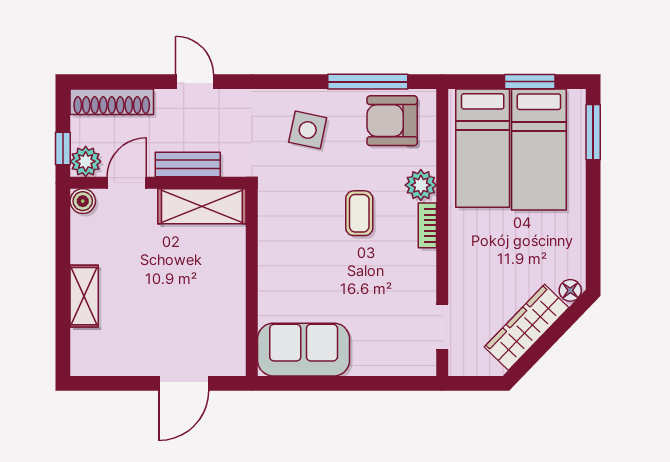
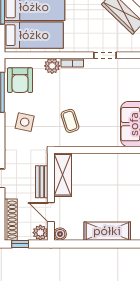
window: (63, 149) -> (20, 244), moved
coffee table: (359, 213) -> (70, 121), moved, turned 72
shelving: (84, 296) -> (107, 231), width x1.50, depth x1.33
doorway: (442, 327) -> (105, 55), moved

